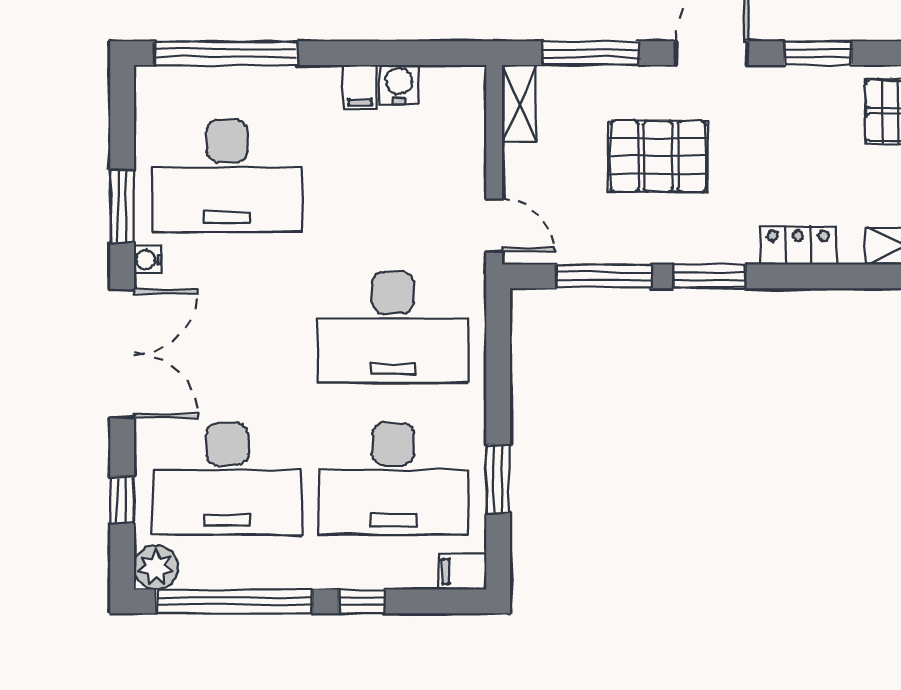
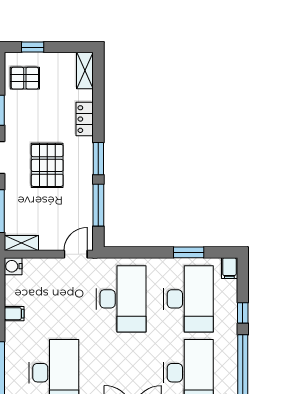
water cooler: (399, 84) -> (13, 266), moved
pallet: (658, 156) -> (47, 165), moved

